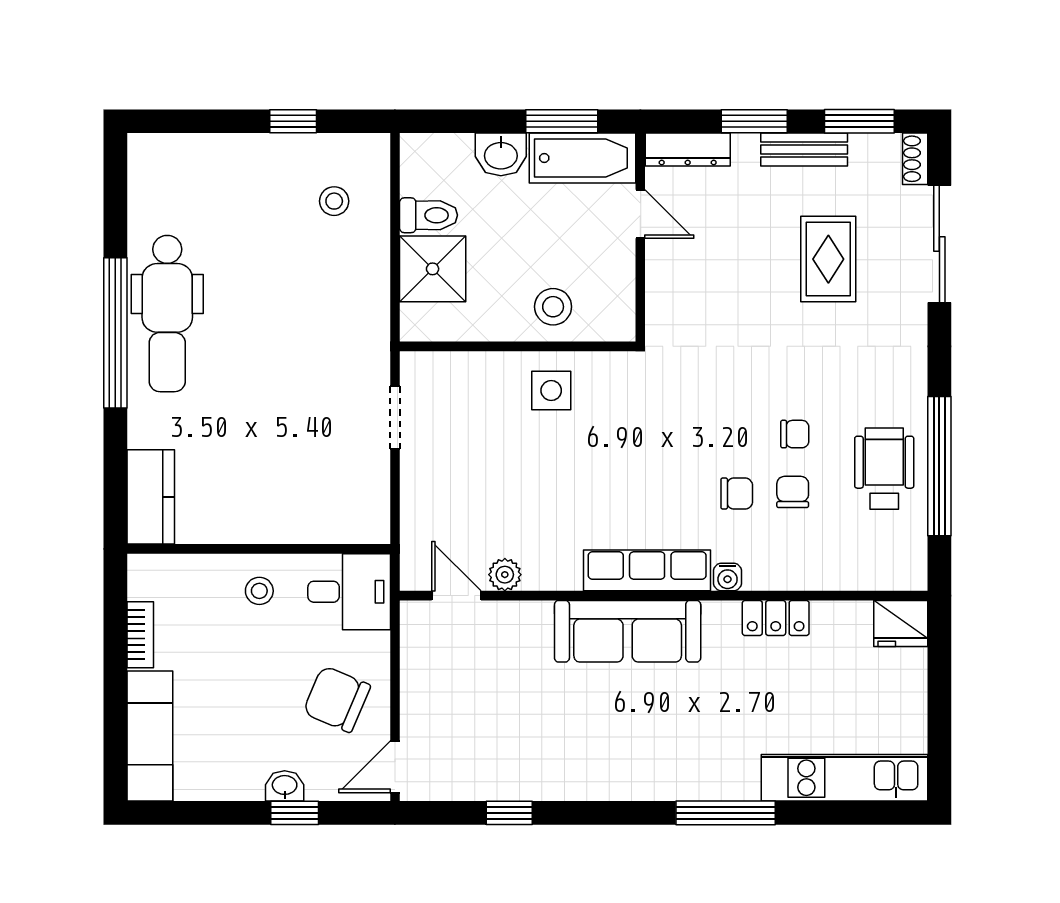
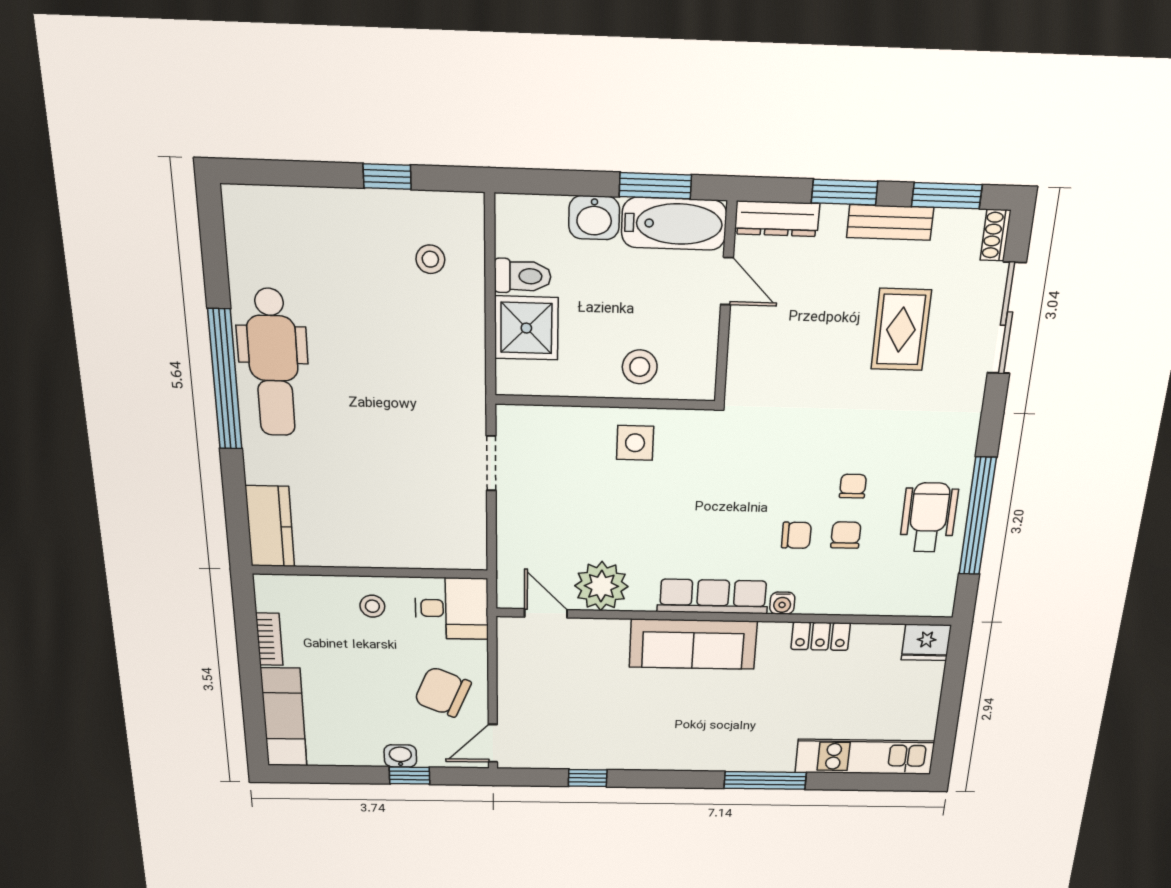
chair: (795, 434) -> (853, 486), turned -90
plant: (505, 575) -> (601, 586), width x1.88, depth x1.88

